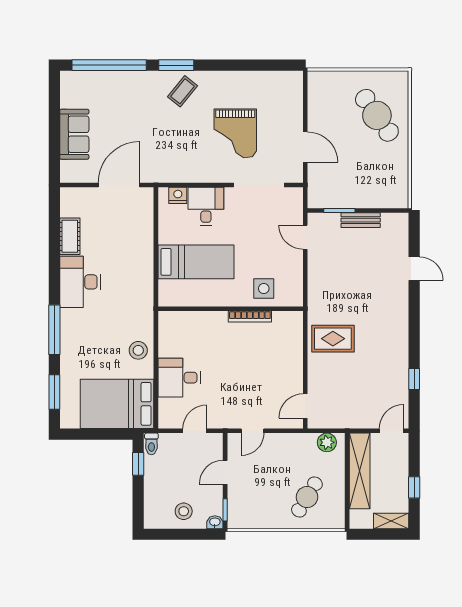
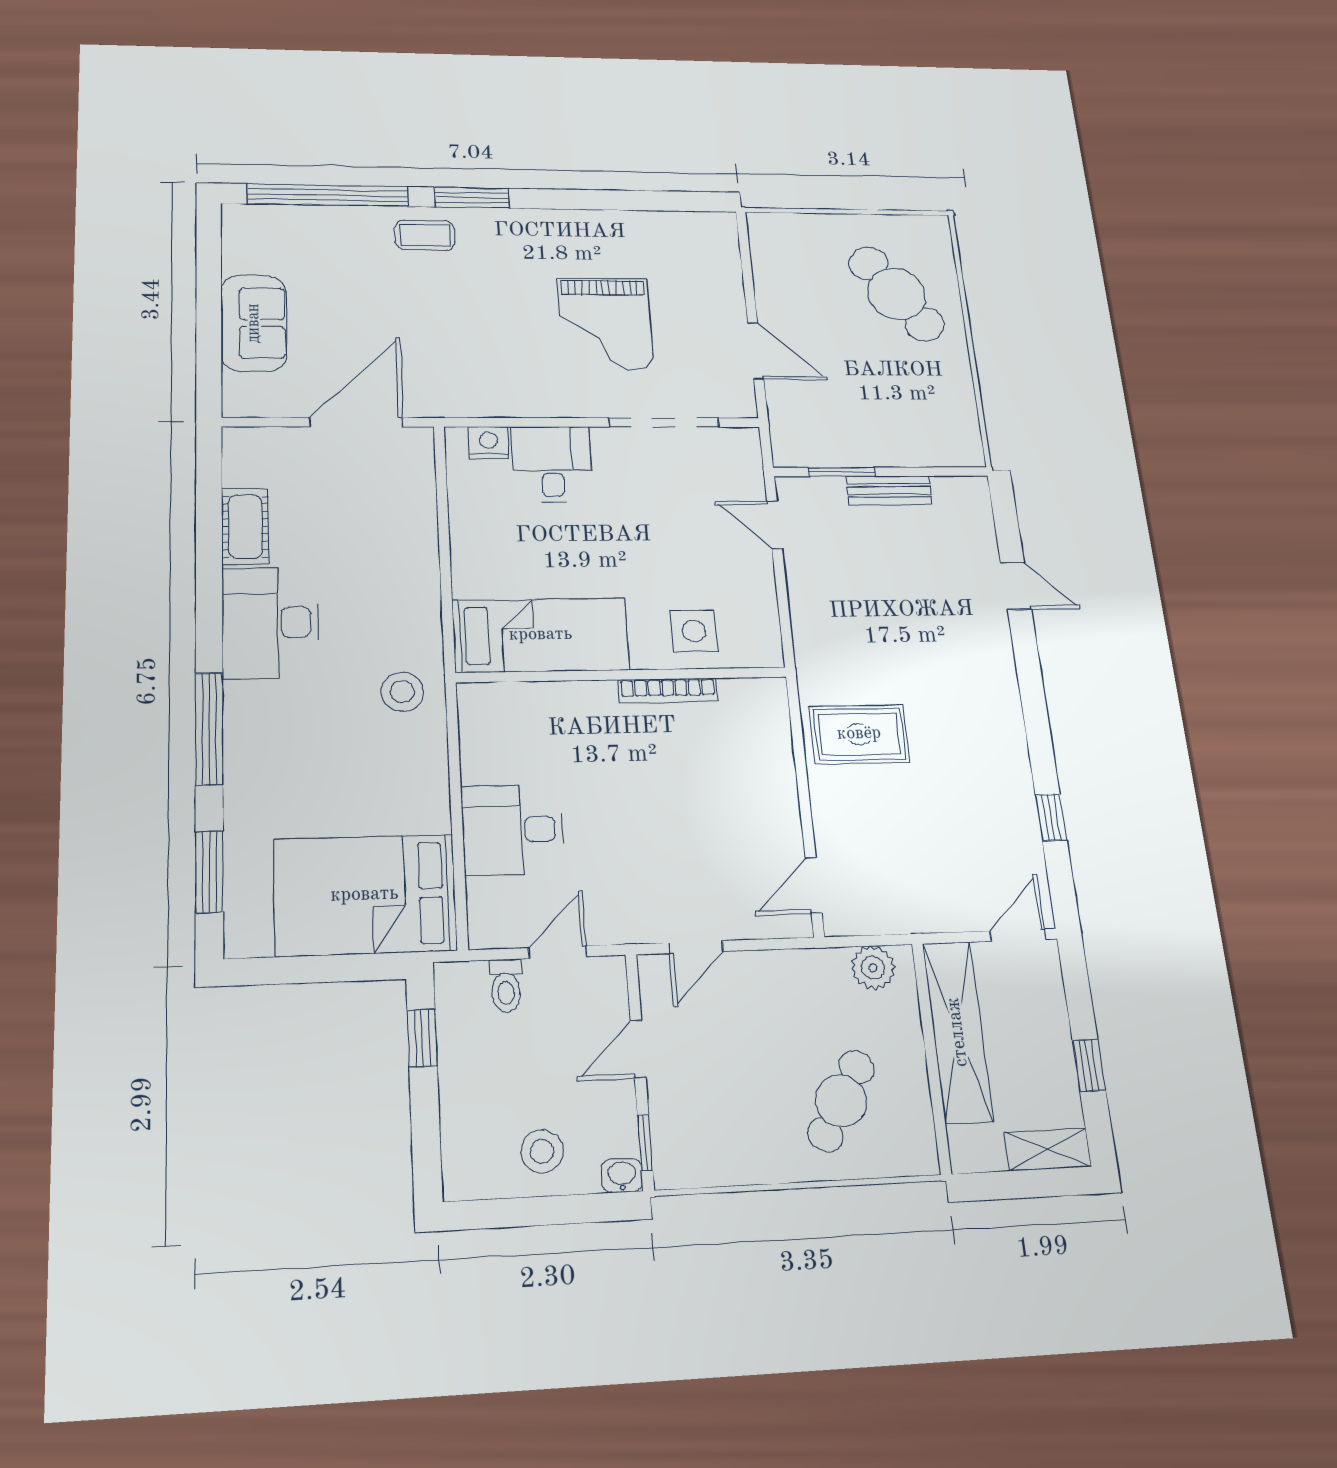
coffee table: (182, 91) -> (425, 235), moved, turned 51
bed: (196, 262) -> (541, 635), moved
stool: (138, 350) -> (403, 692), moved
toilet: (151, 444) -> (506, 986), moved

